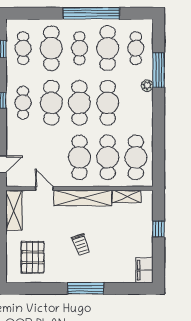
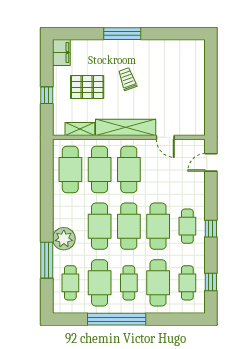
plant: (147, 86) -> (64, 239), width x1.88, depth x1.88
shelving: (14, 211) -> (197, 114), removed
pallet: (33, 257) -> (87, 87), moved, turned 90

